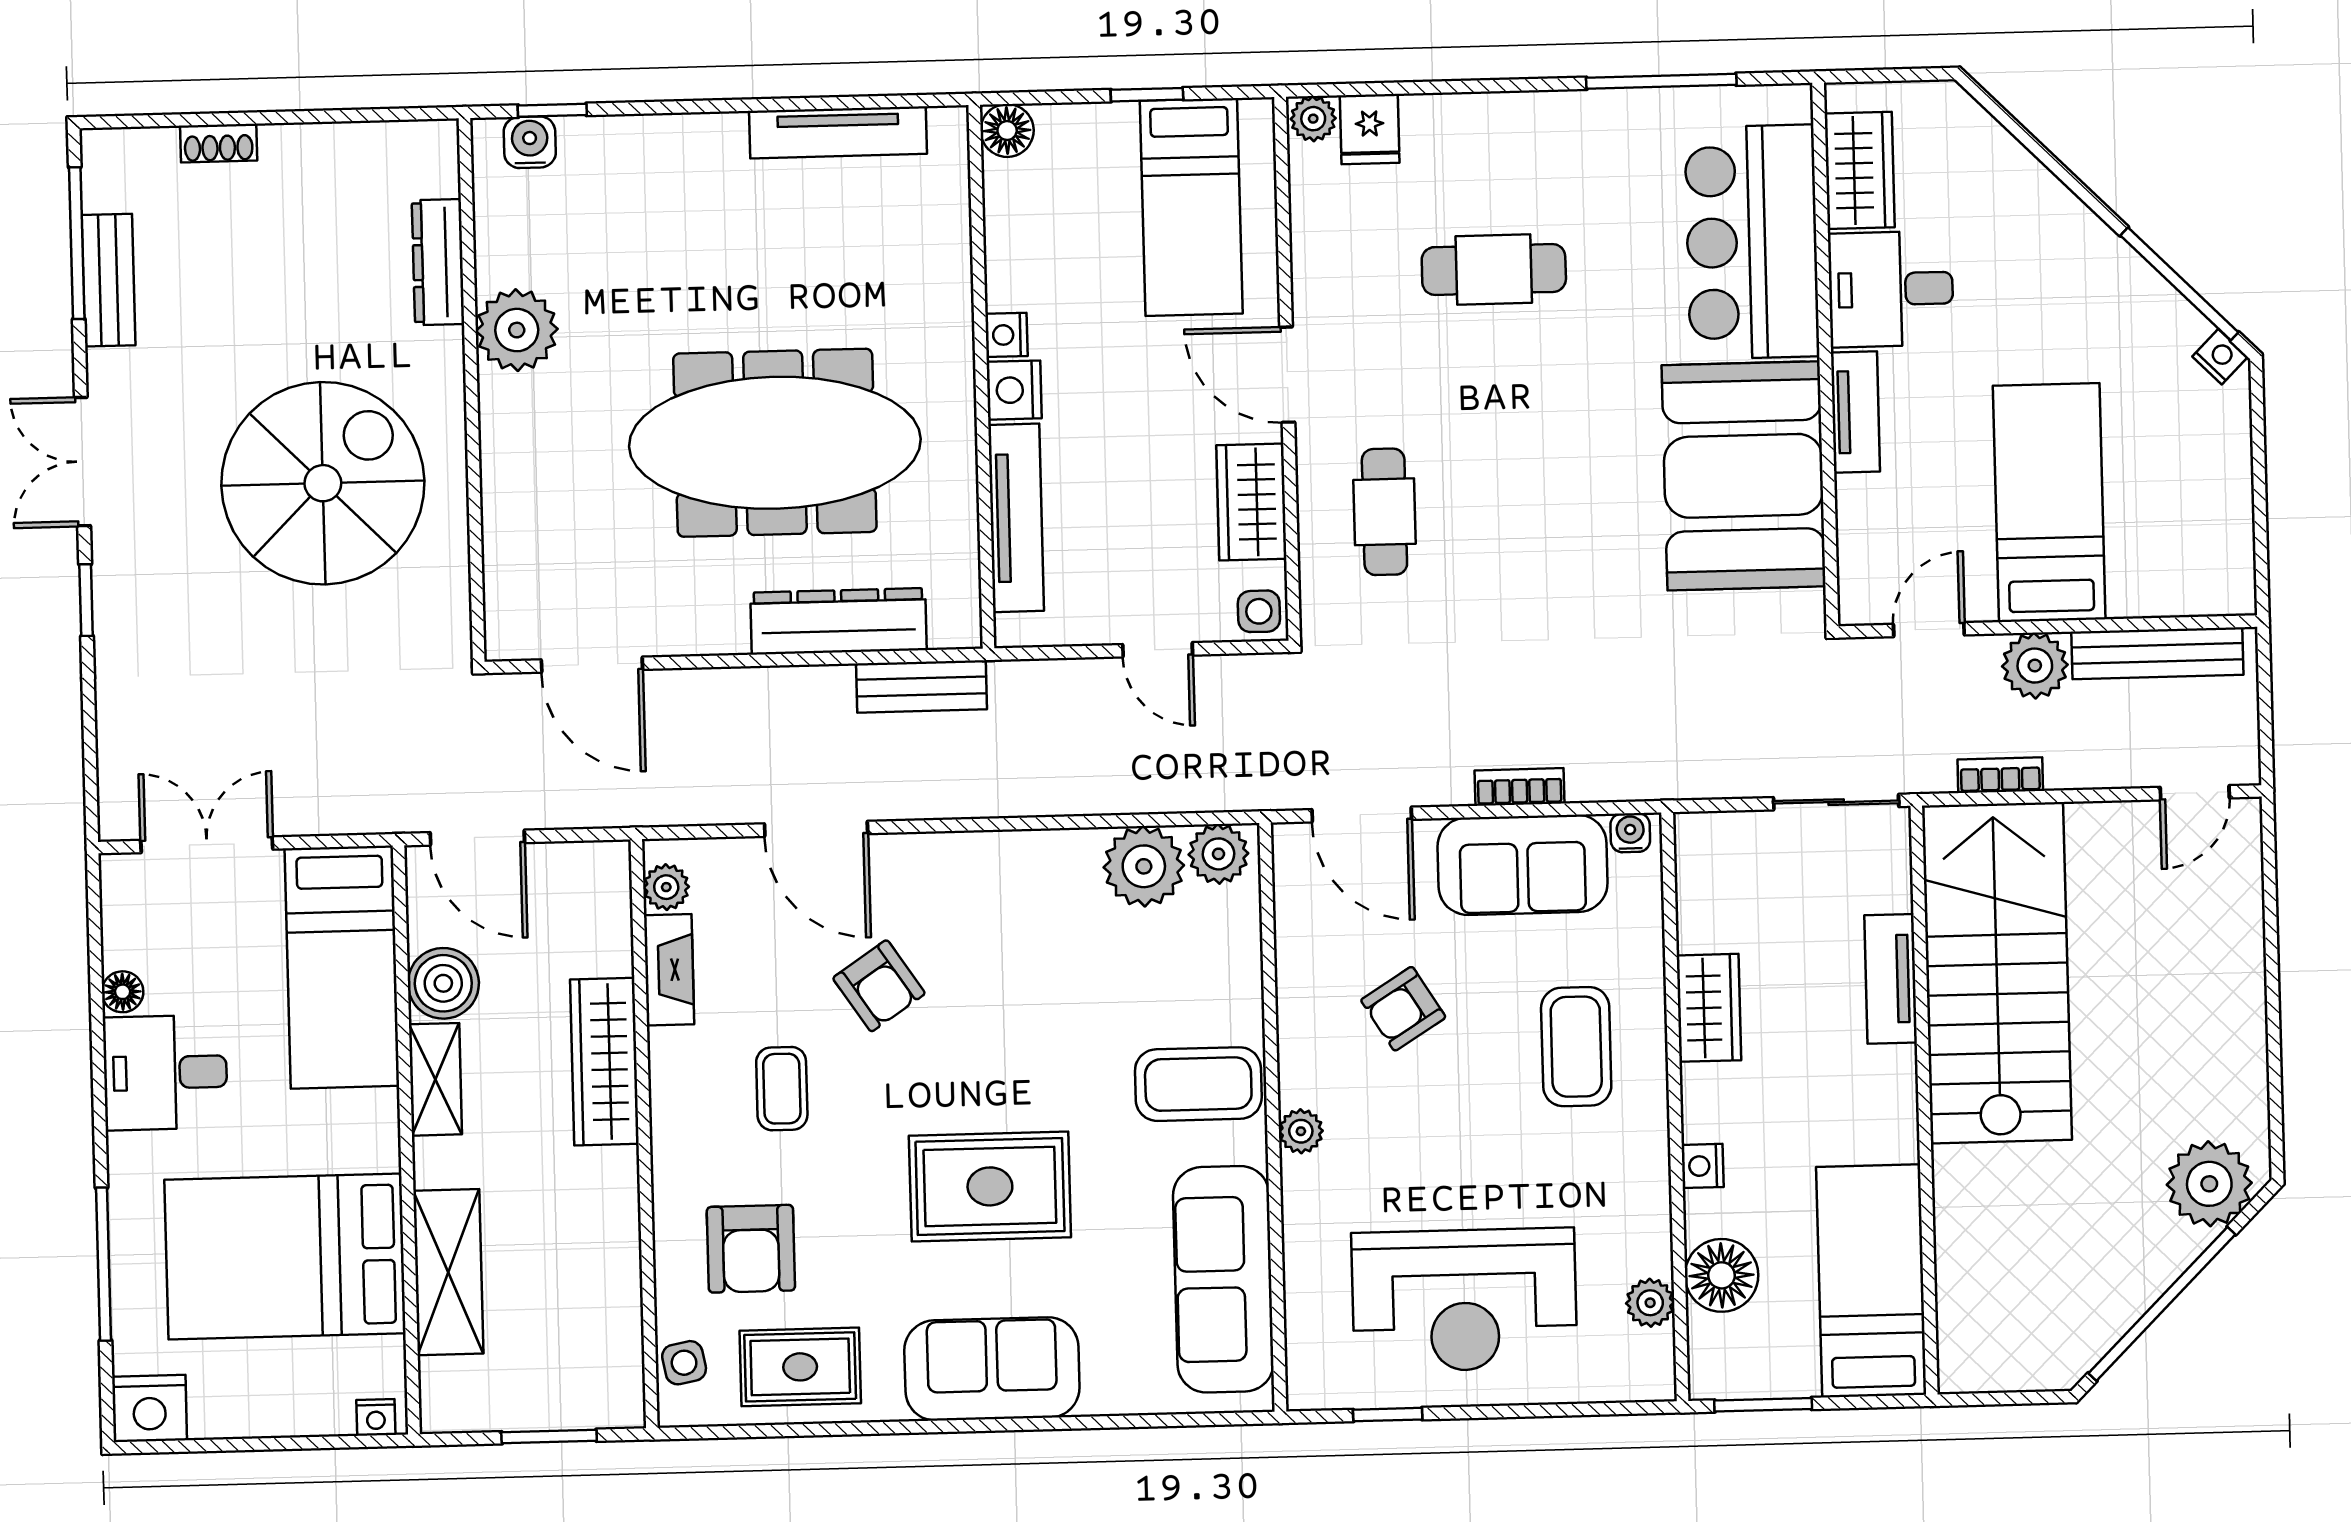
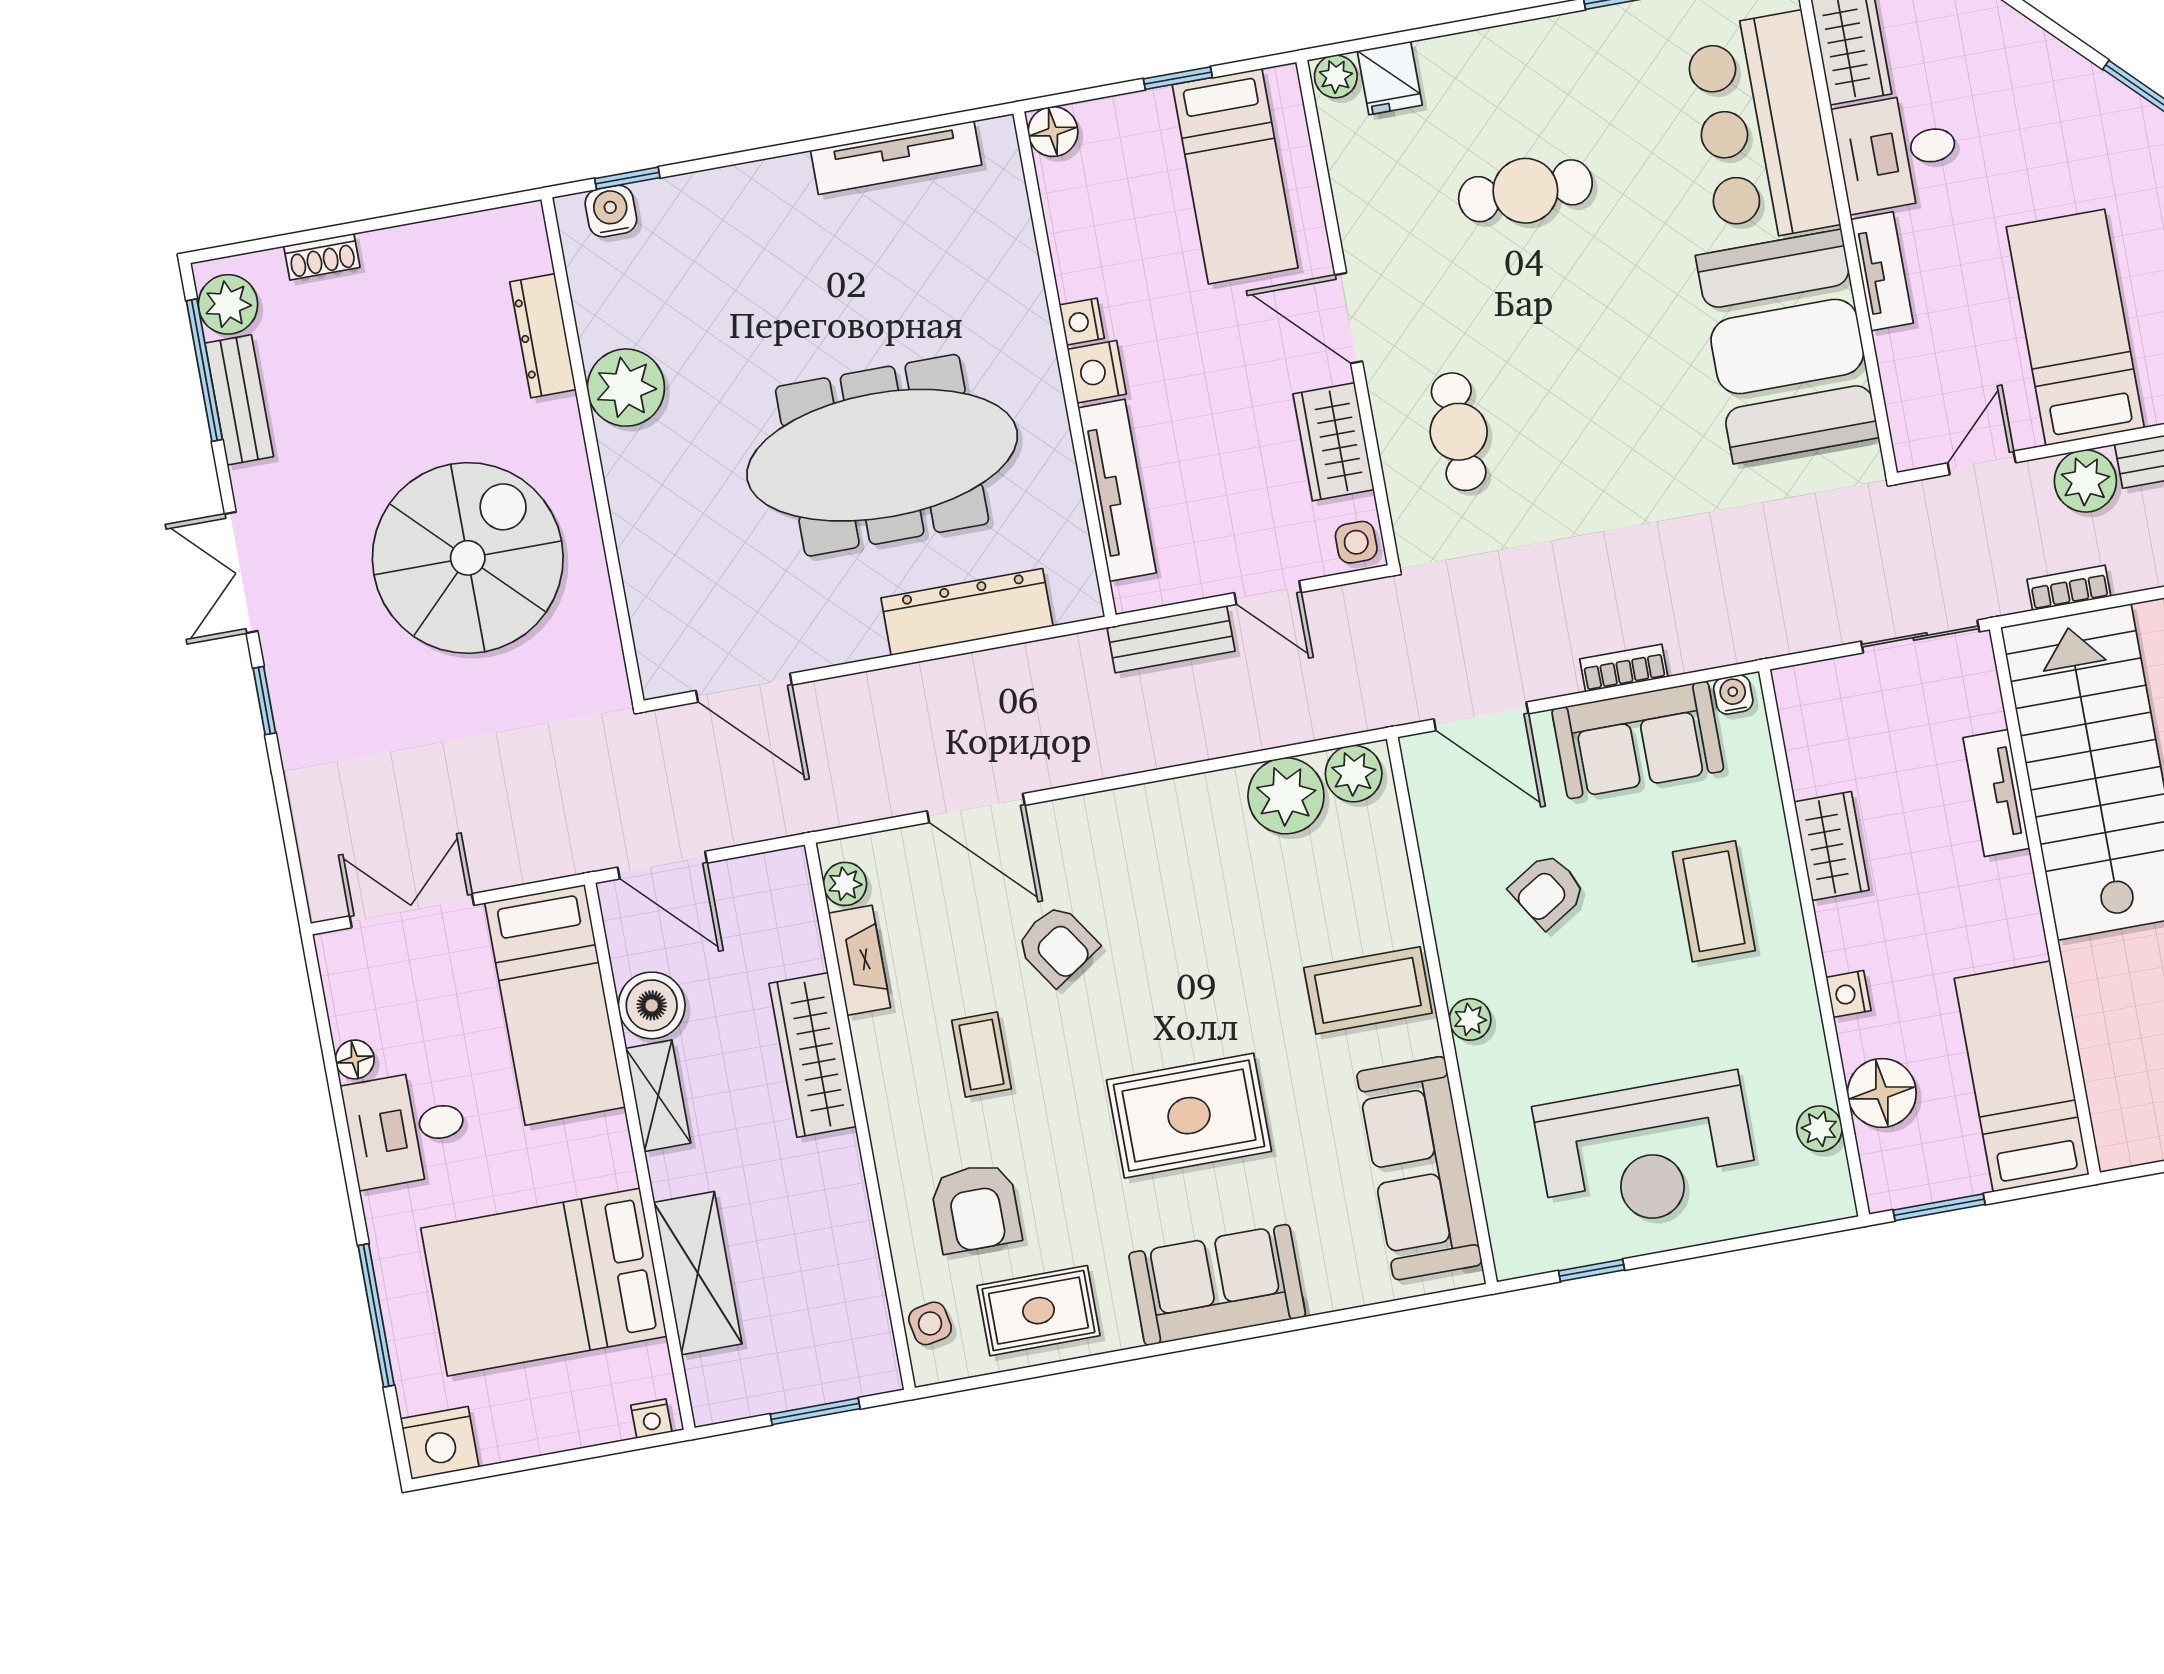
plant: (112, 178) -> (228, 304), added
bench: (921, 686) -> (1171, 639), moved

